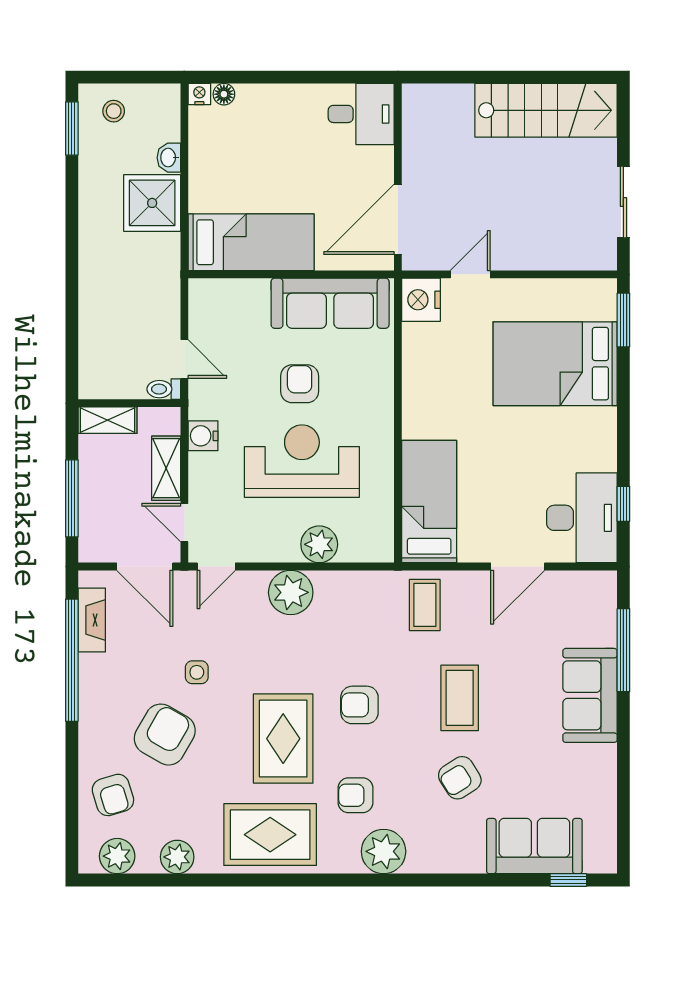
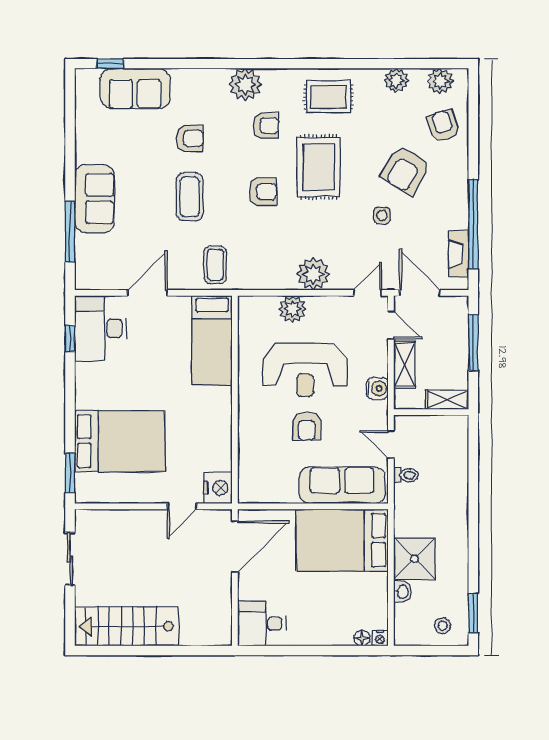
bed: (251, 242) -> (342, 540), width x1.50
sofa: (330, 303) -> (342, 485), moved
toilet: (164, 389) -> (406, 475), moved
armchair: (460, 778) -> (190, 138), turned 32
rug: (270, 835) -> (328, 97), width x0.73, depth x0.70

